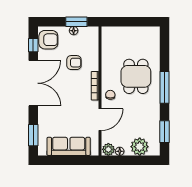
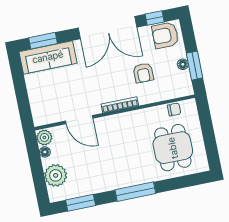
armchair: (48, 40) -> (165, 35), turned 90
dining table: (136, 76) -> (173, 148), moved, turned 90
chair: (110, 95) -> (174, 110), moved
sofa: (69, 146) -> (48, 57), moved, turned 90

